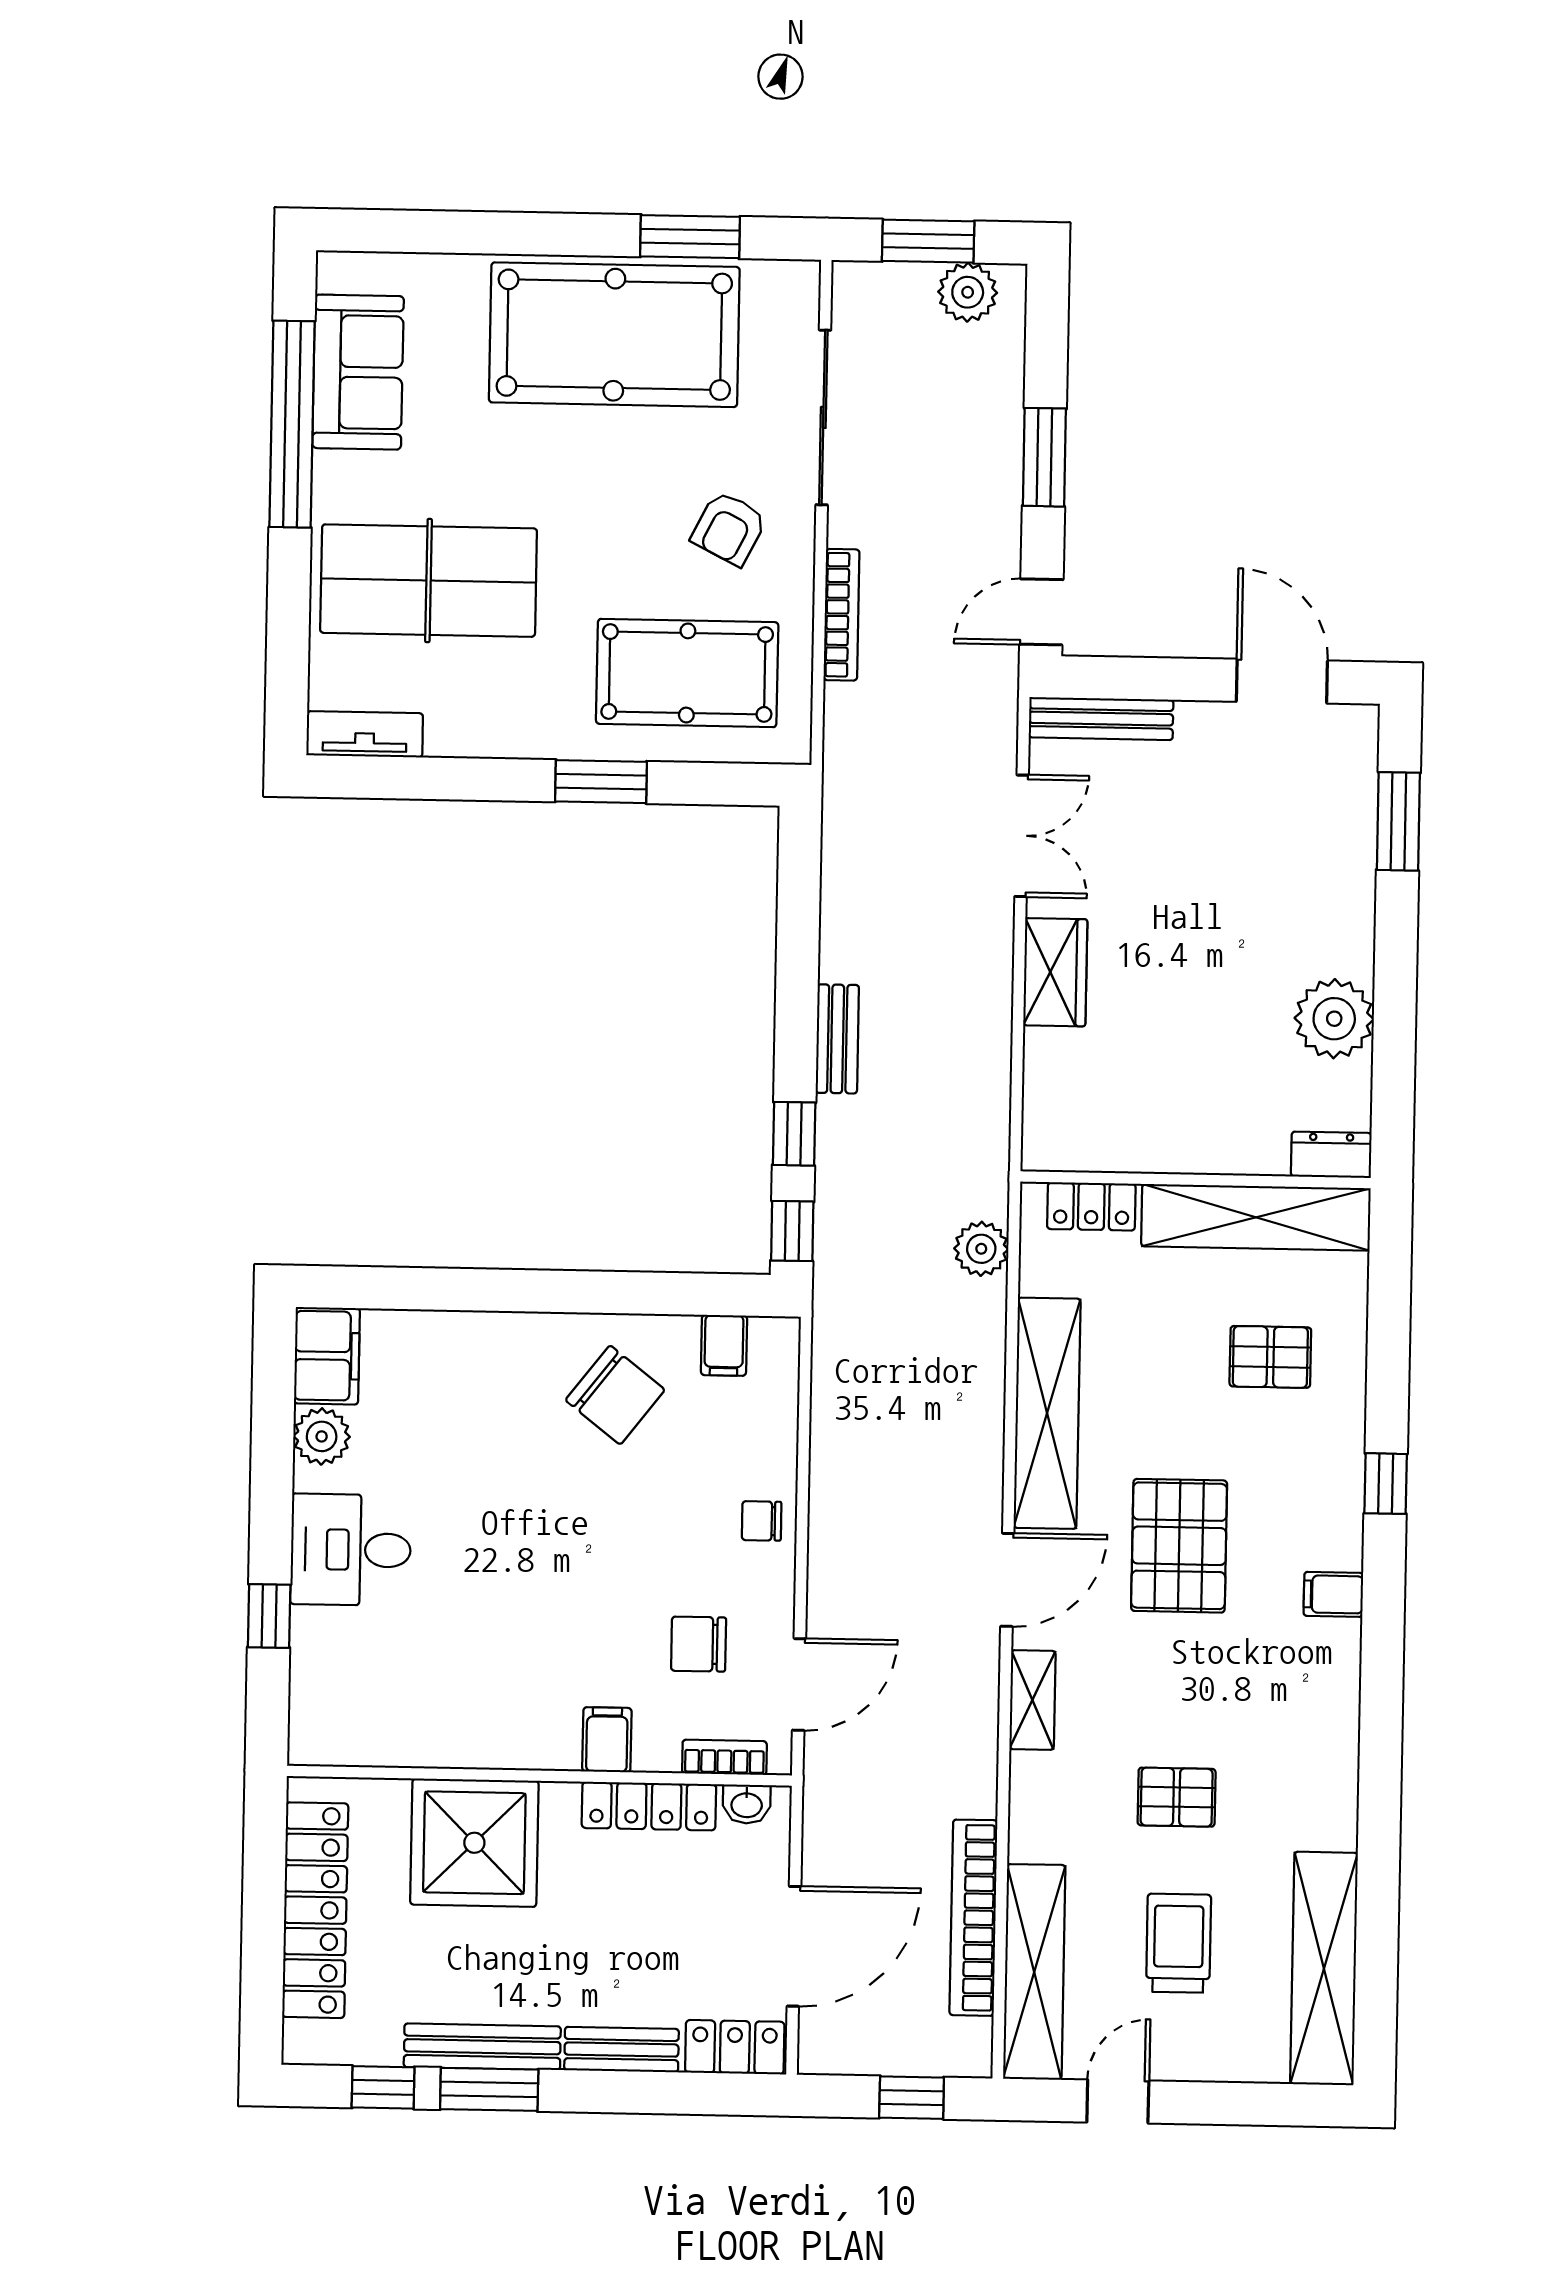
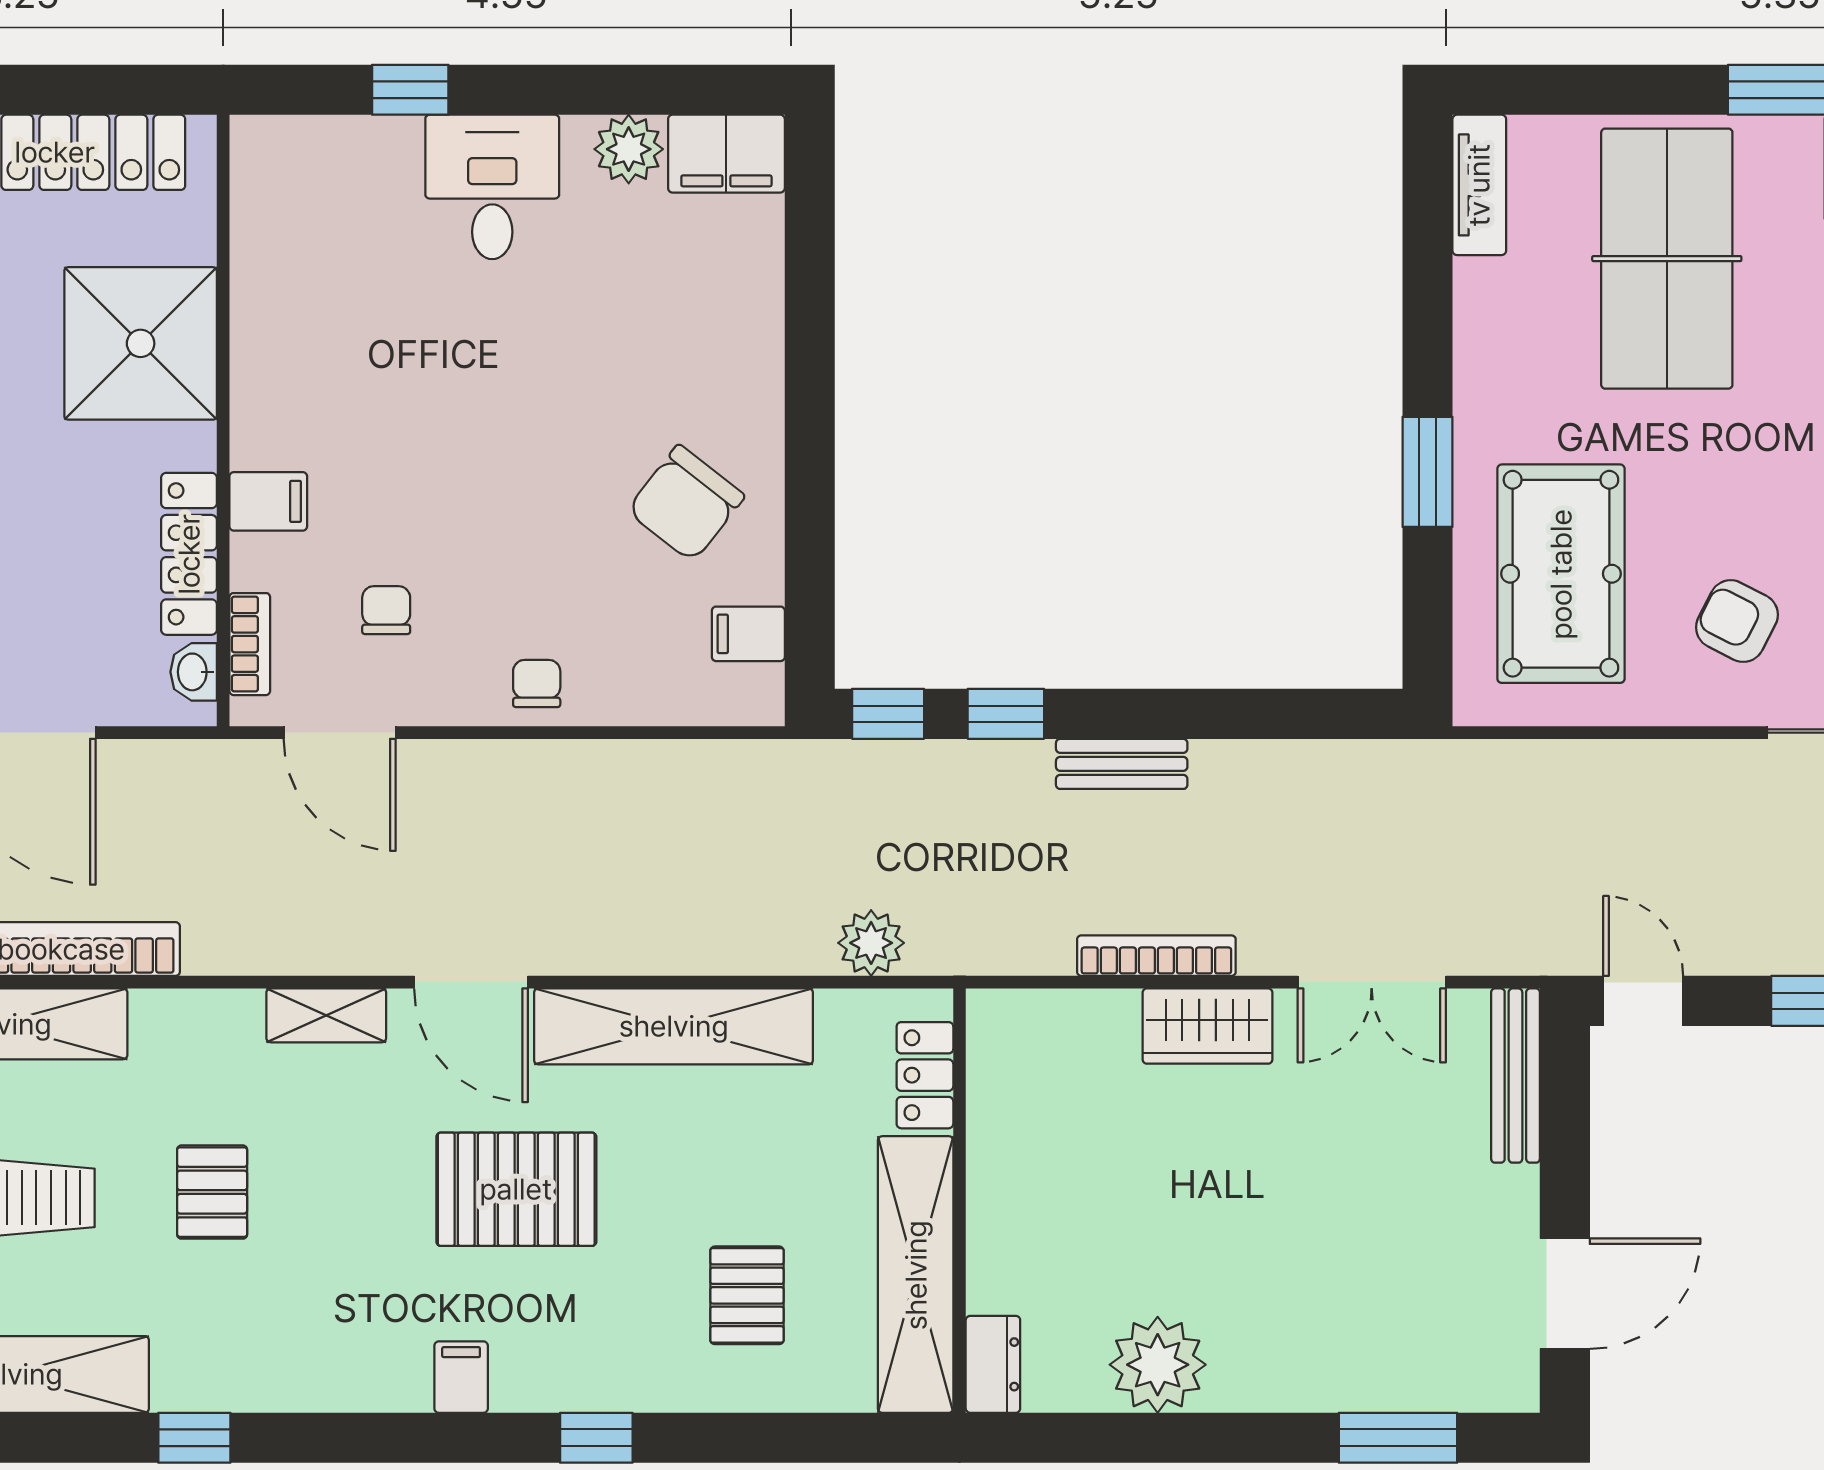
bookcase: (841, 615) -> (1156, 956), moved, turned 180
chair: (699, 1644) -> (386, 610), width x0.73, depth x0.73
window: (1379, 1816) -> (194, 1438), added

